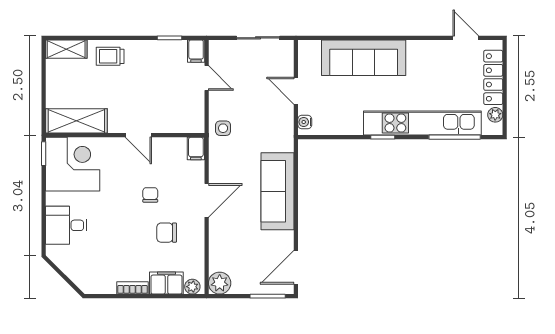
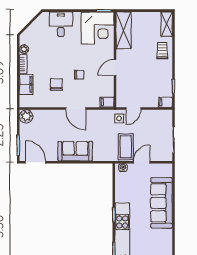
door: (207, 78) -> (133, 109), moved
coffee table: (270, 117) -> (126, 147), added
sofa: (278, 191) -> (75, 151), width x0.73
plant: (192, 287) -> (24, 49), moved

